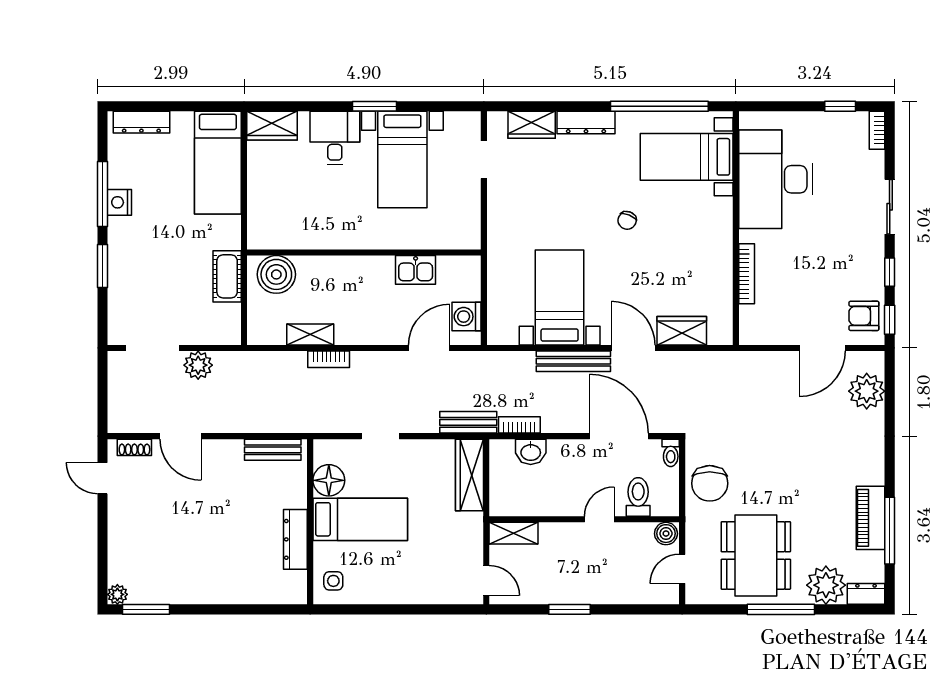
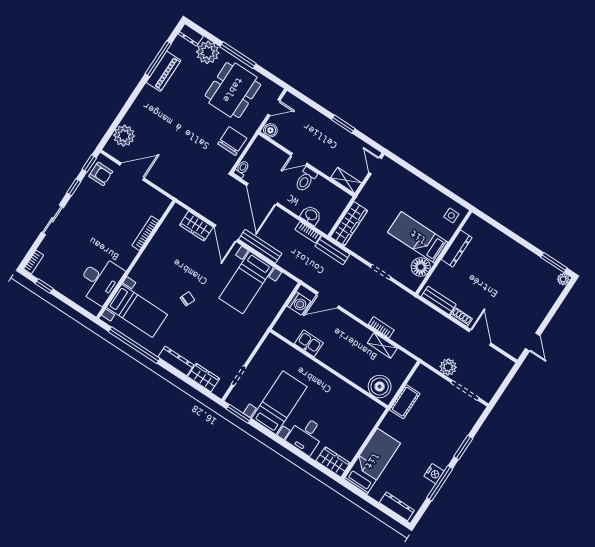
window: (374, 106) -> (239, 414), moved
desk: (776, 179) -> (100, 280), width x0.73, depth x0.77
shoe rack: (134, 447) -> (461, 317), moved
toilet: (638, 497) -> (306, 180), moved

